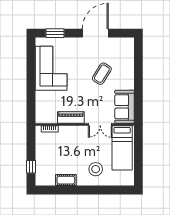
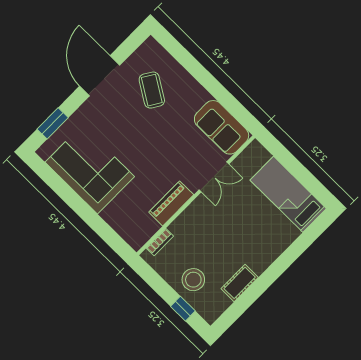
coffee table: (102, 74) -> (152, 90), moved
bed: (122, 148) -> (288, 194), moved, turned 180
stool: (96, 169) -> (193, 280), moved

